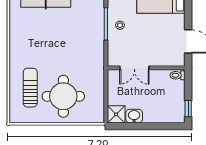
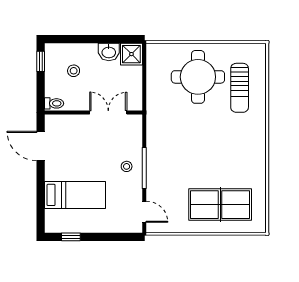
stool: (162, 101) -> (74, 71), added

